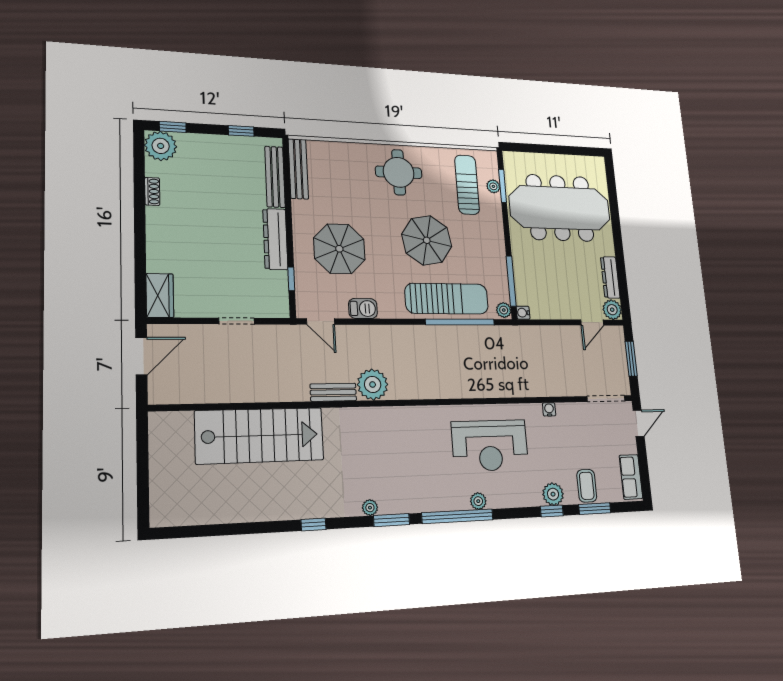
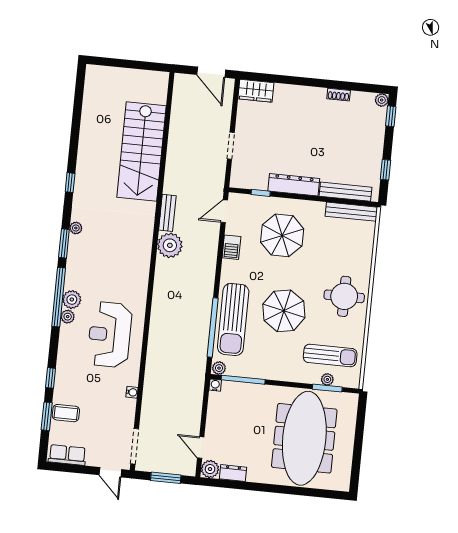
plant: (161, 146) -> (382, 100), width x0.53, depth x0.53
dresser: (610, 277) -> (233, 473), width x0.70
plant: (553, 494) -> (72, 300), moved

